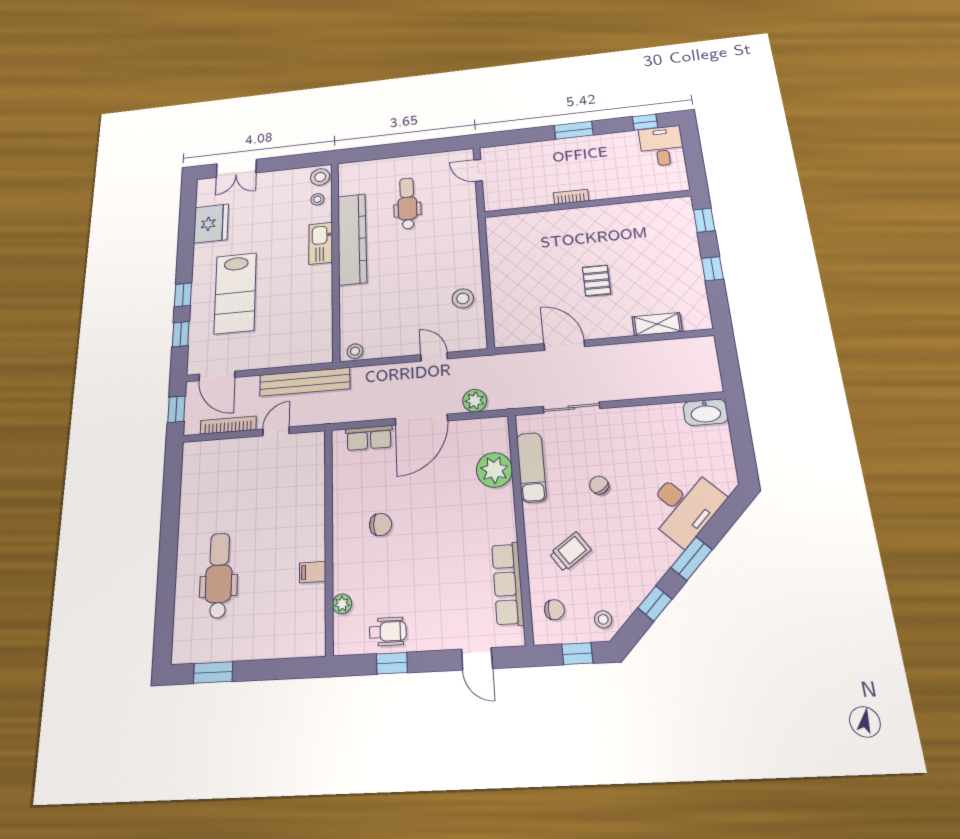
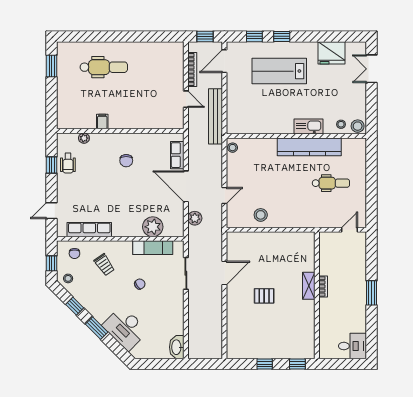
window: (645, 122) -> (372, 338), removed
shelving: (657, 324) -> (309, 286), moved

